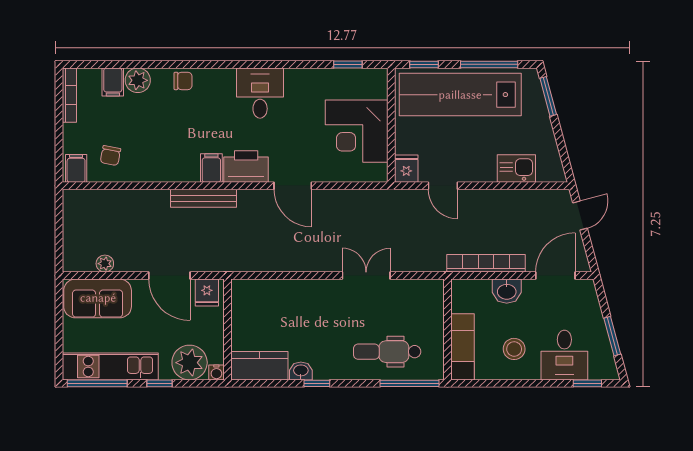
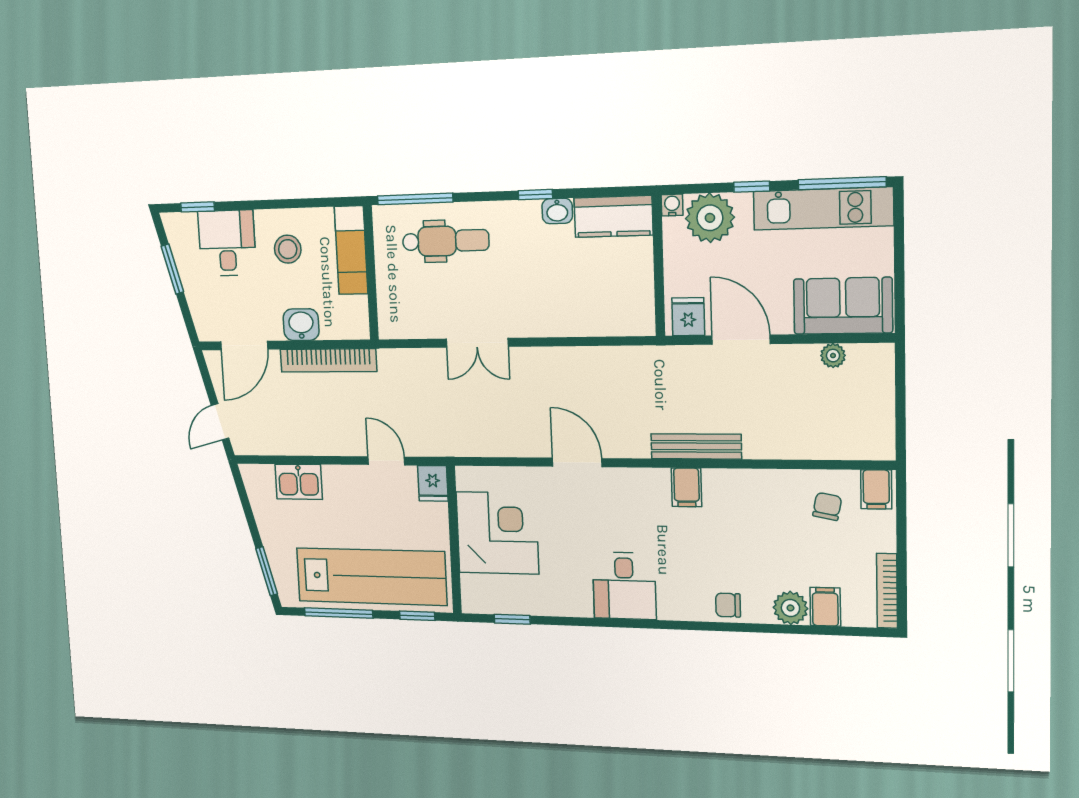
printer: (246, 166) -> (640, 489), removed

